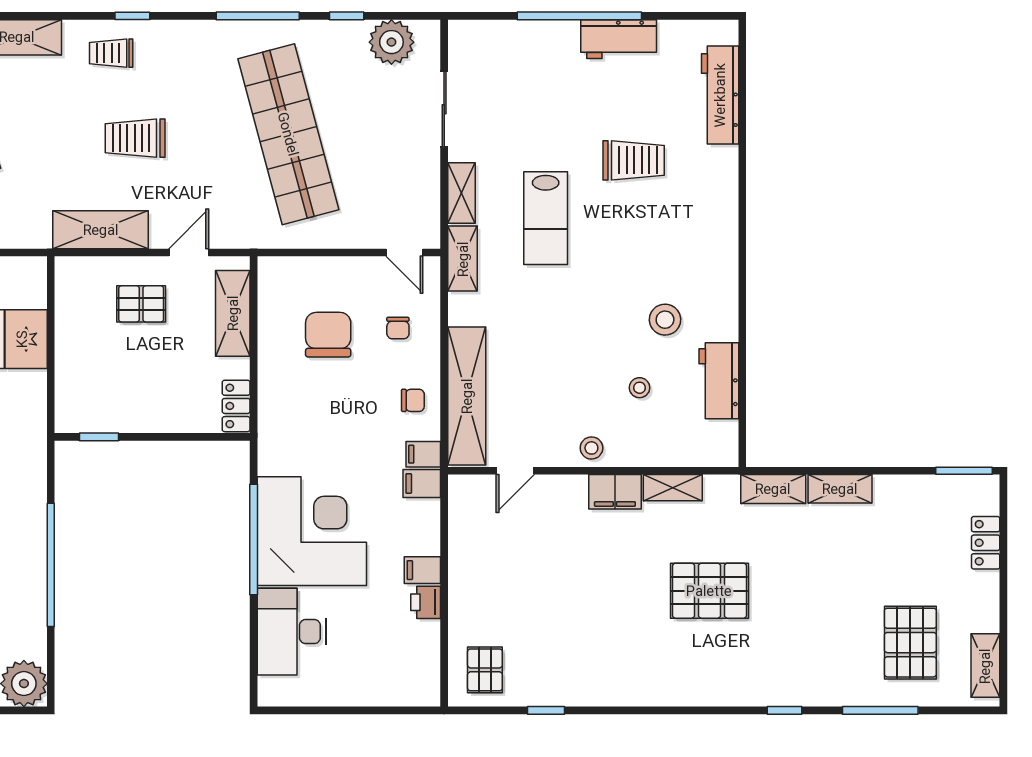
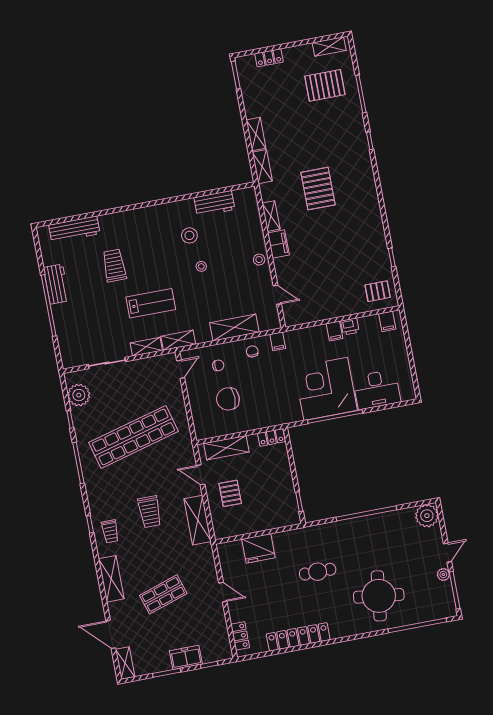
stool: (640, 388) -> (201, 266), moved
shelving: (467, 396) -> (234, 327), width x0.68
filing cabinet: (422, 483) -> (387, 321), moved

